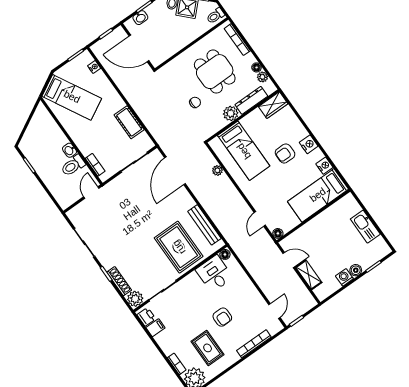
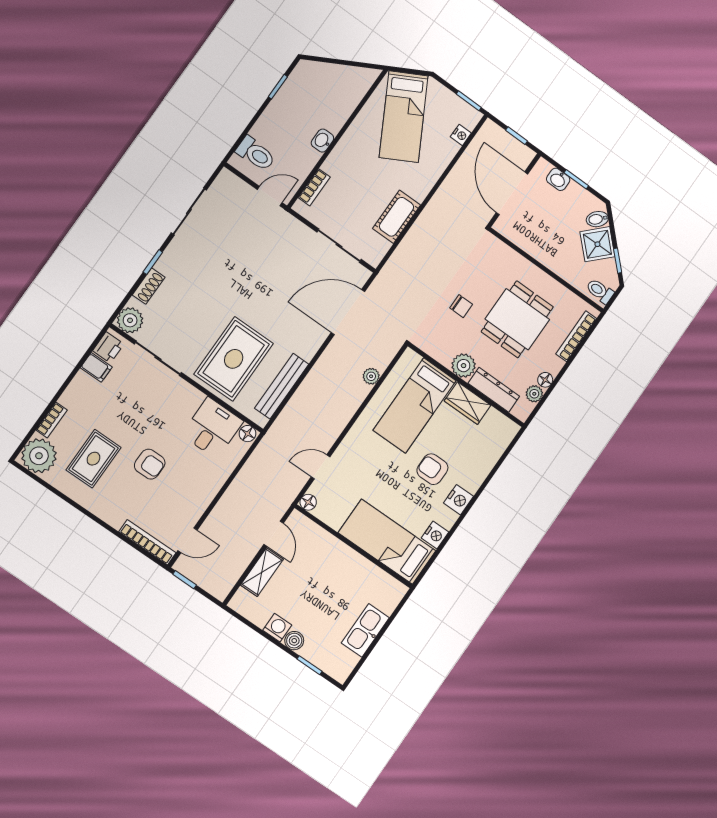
wardrobe: (273, 105) -> (467, 403), moved
toilet: (73, 166) -> (256, 154), moved, turned 180
shoe rack: (119, 281) -> (149, 286), width x0.70
armchair: (222, 317) -> (150, 464), turned -90
bookcase: (254, 344) -> (147, 542), moved

